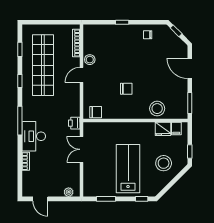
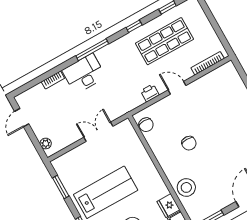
stool: (90, 60) -> (198, 87), removed
shop shelf: (43, 65) -> (164, 41), width x0.71
printer: (74, 123) -> (150, 93), moved

